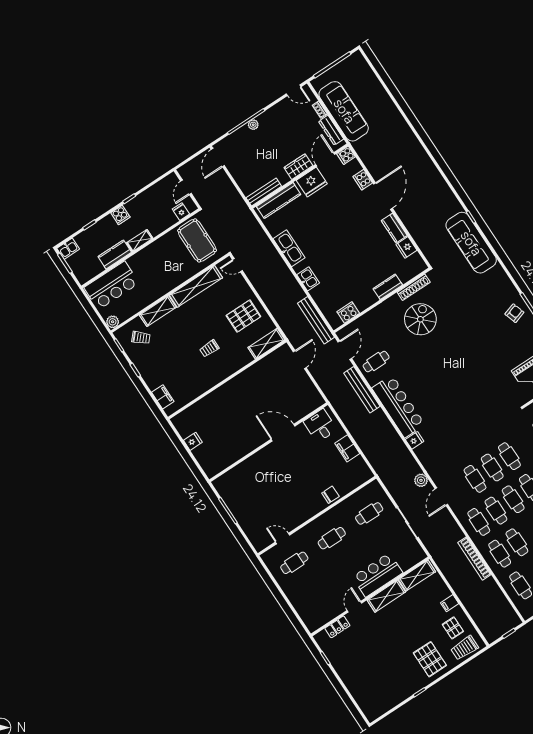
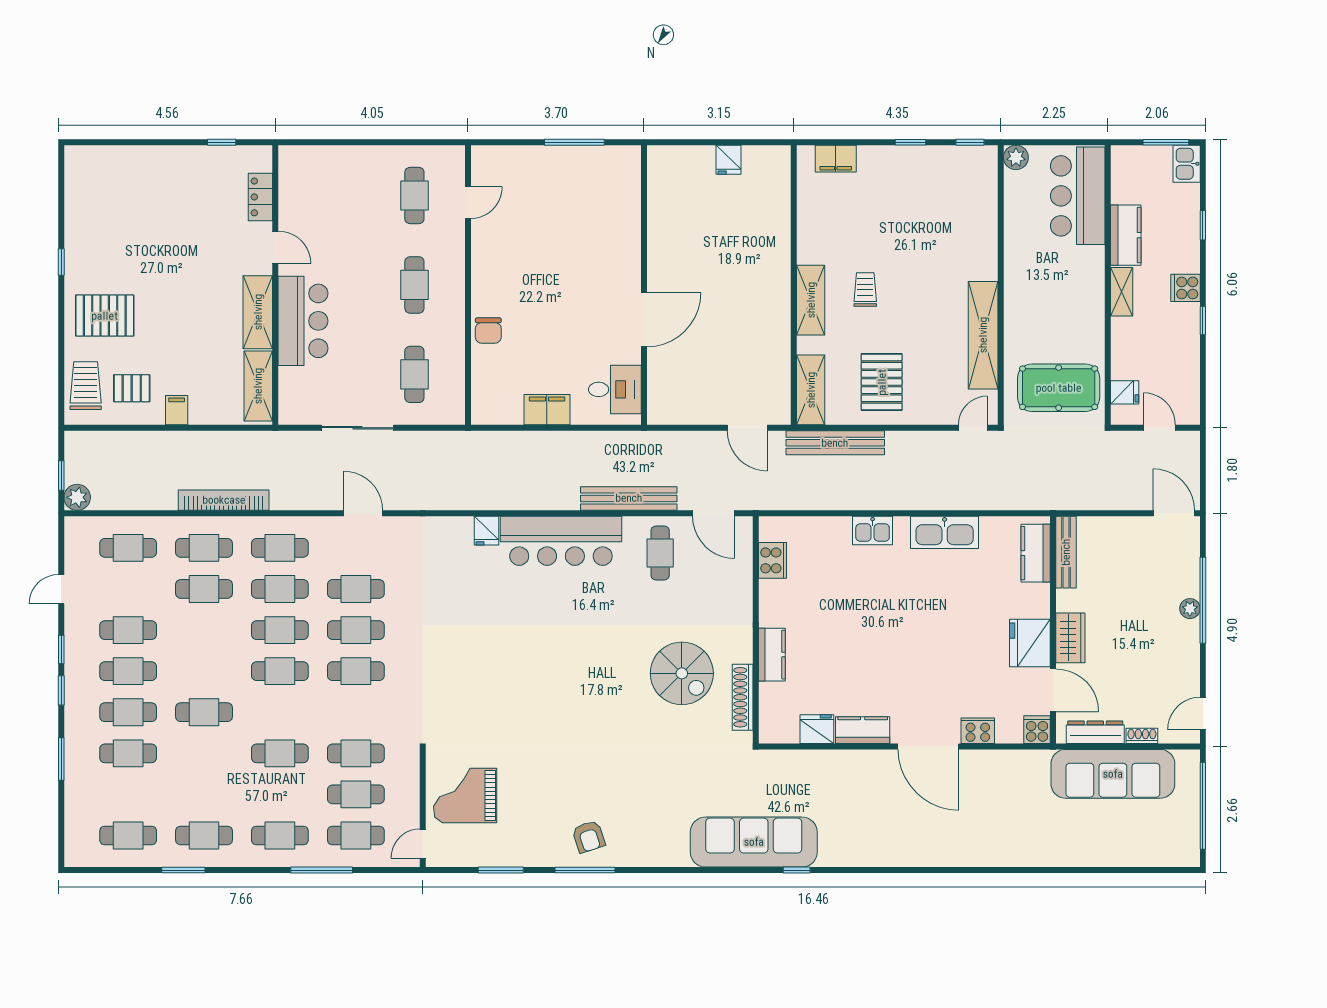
kitchen counter: (279, 200) -> (1036, 553), width x0.67
shelving: (158, 311) -> (811, 300), moved
bench: (316, 320) -> (835, 443), moved
trolley: (141, 338) -> (958, 187), removed
plant: (421, 480) -> (77, 497), moved

